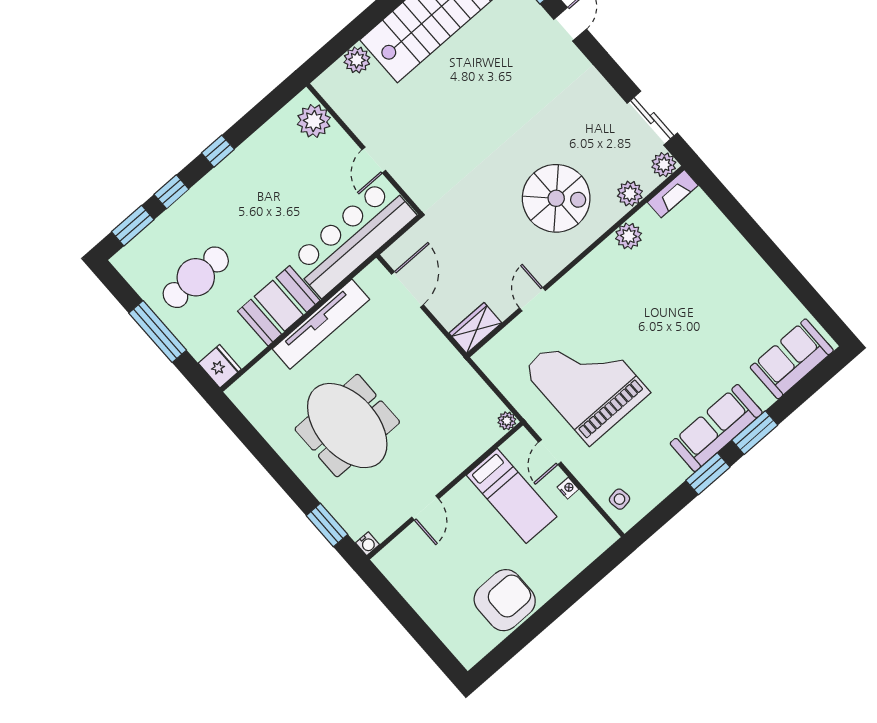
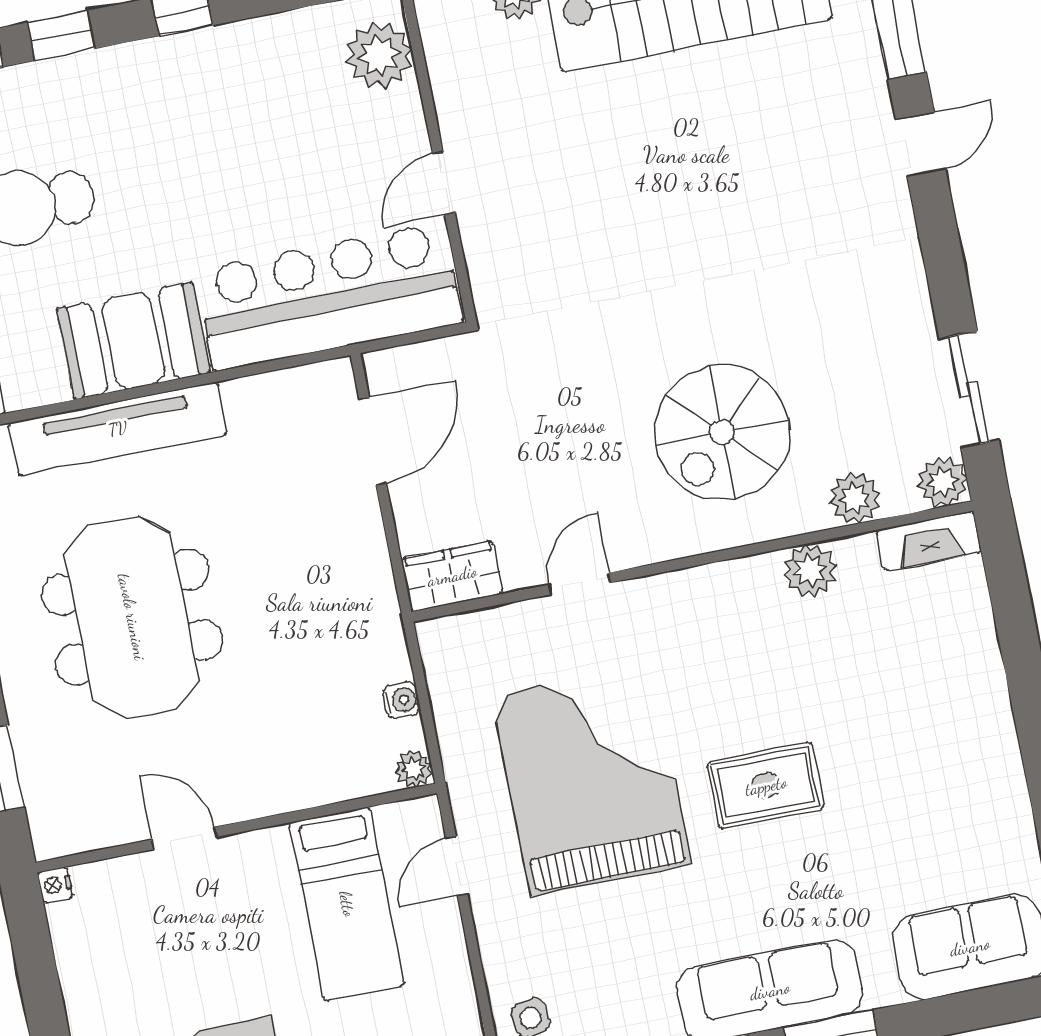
spiral stairs: (556, 198) -> (722, 432), turned 90
tv unit: (321, 324) -> (118, 429), moved
rug: (663, 340) -> (766, 786), added
nightstand: (568, 488) -> (55, 885), moved, turned 180
door: (425, 508) -> (184, 838), swing flipped
water cooler: (367, 544) -> (401, 700), moved, turned -90

